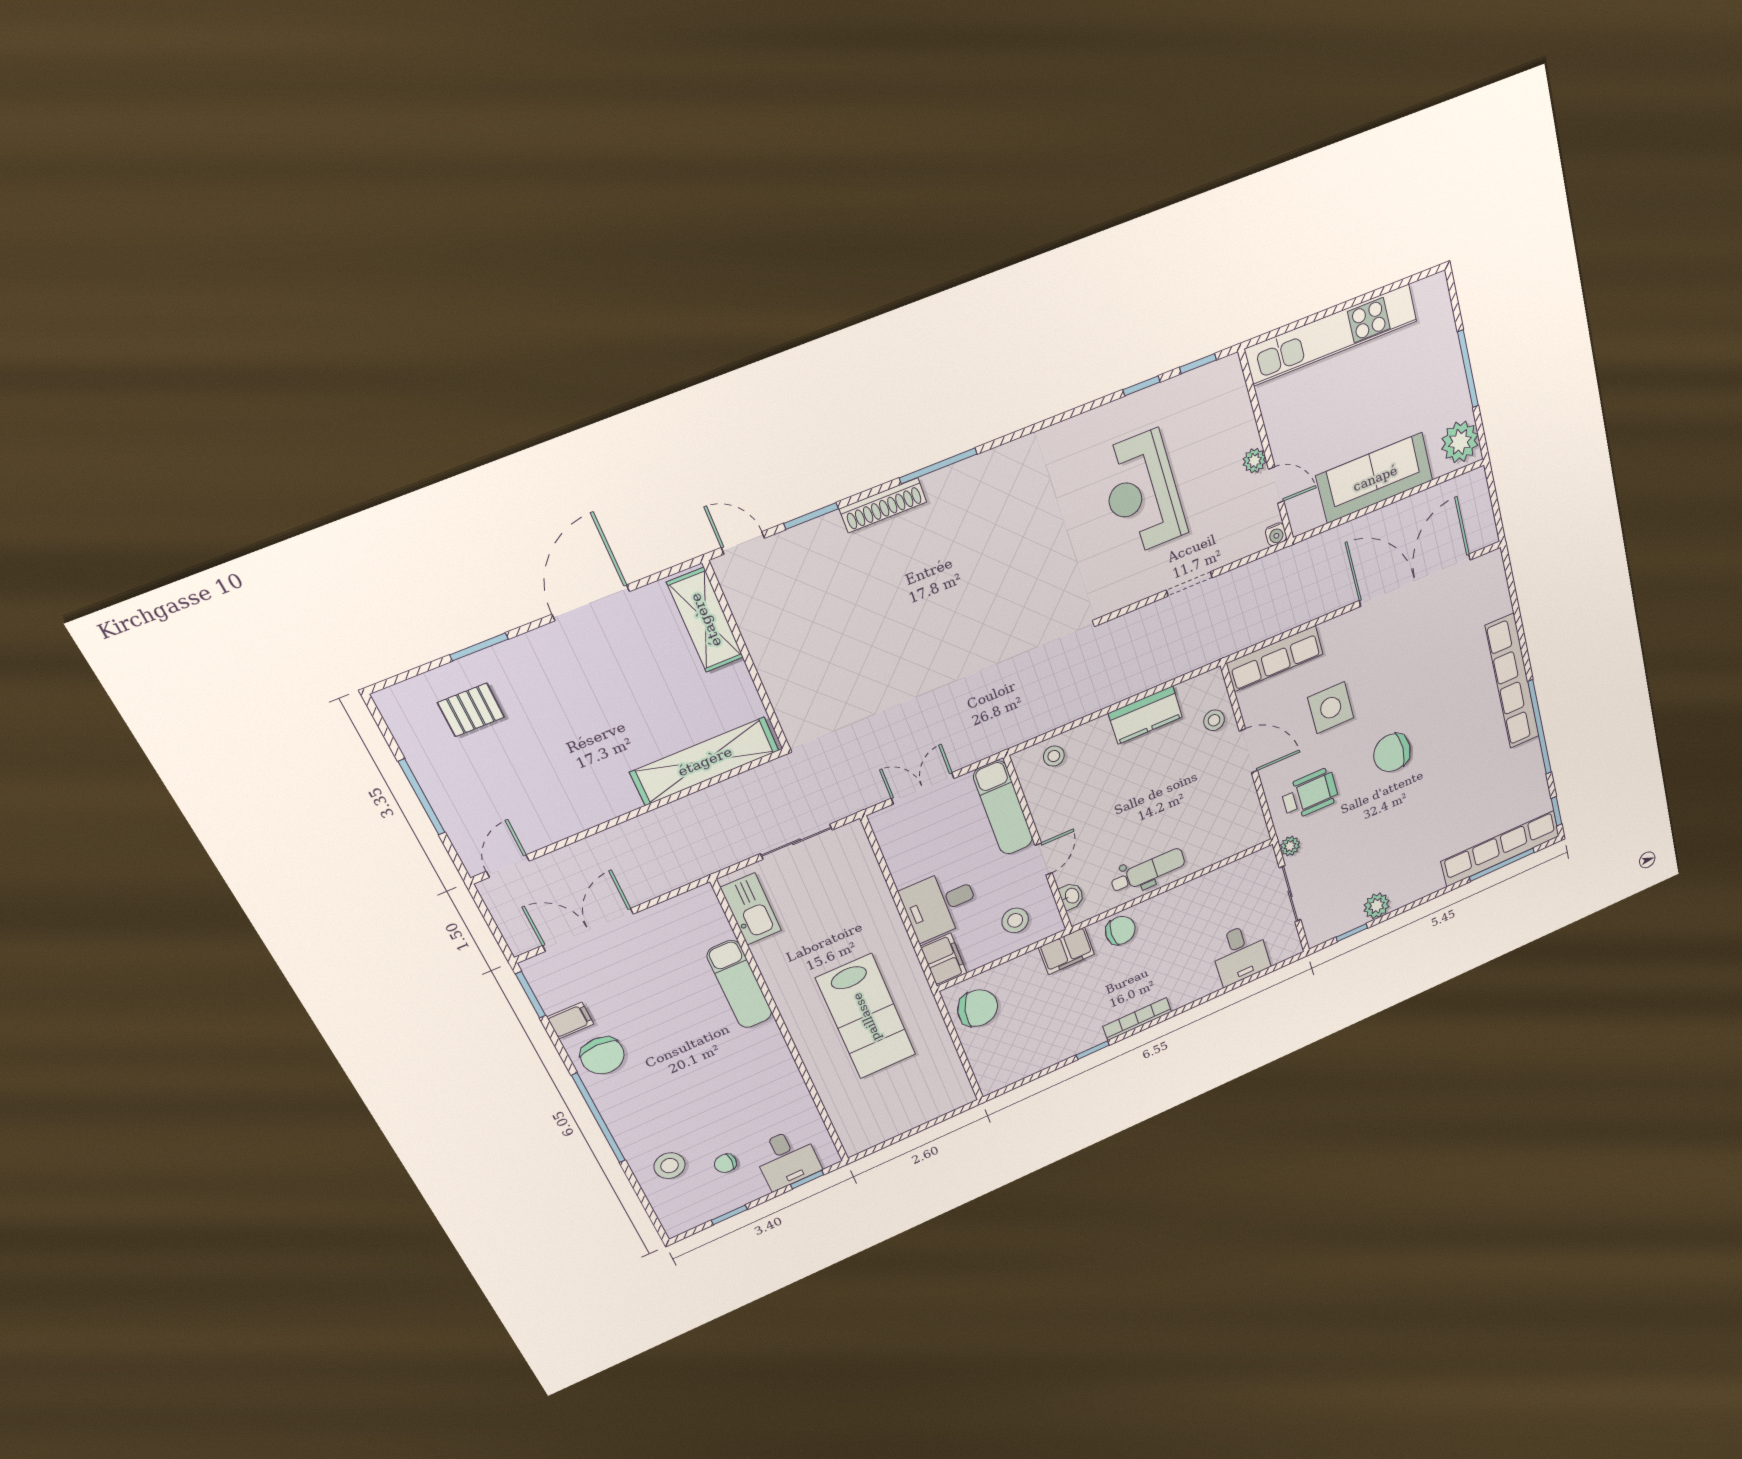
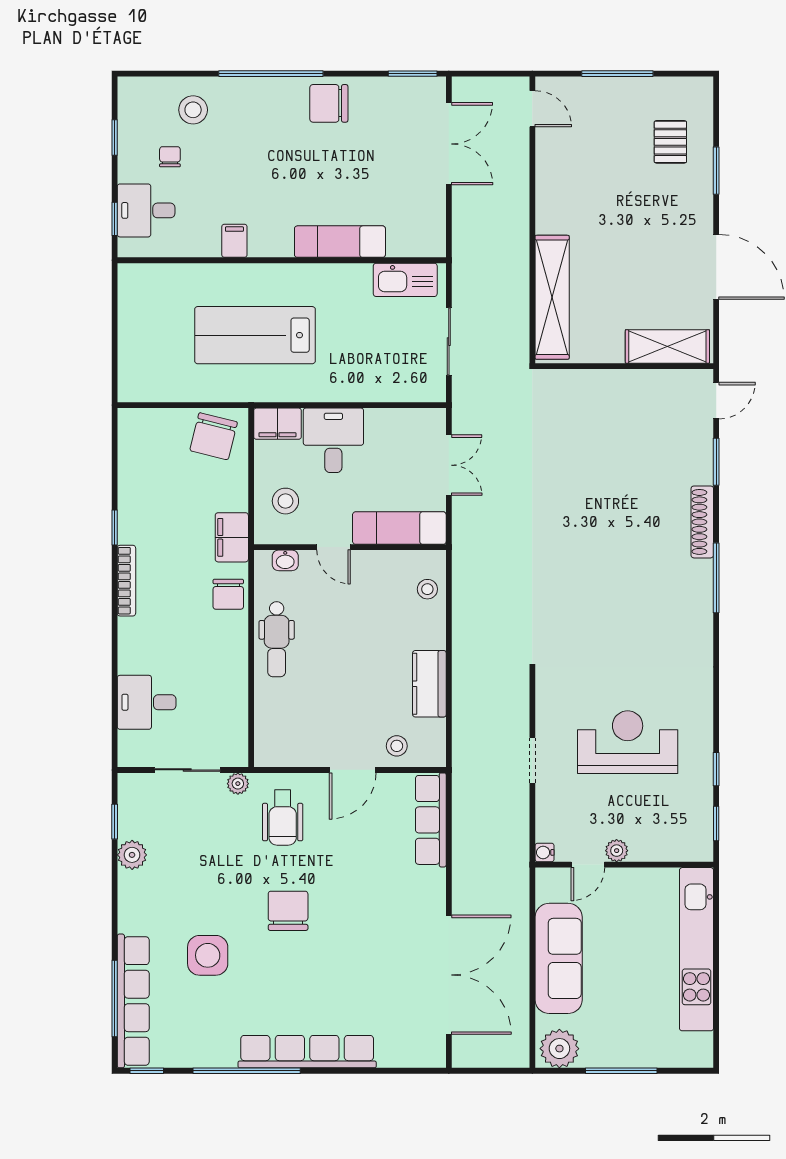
side table: (1331, 708) -> (208, 955), moved
filing cabinet: (570, 1021) -> (234, 241), moved, turned 180

